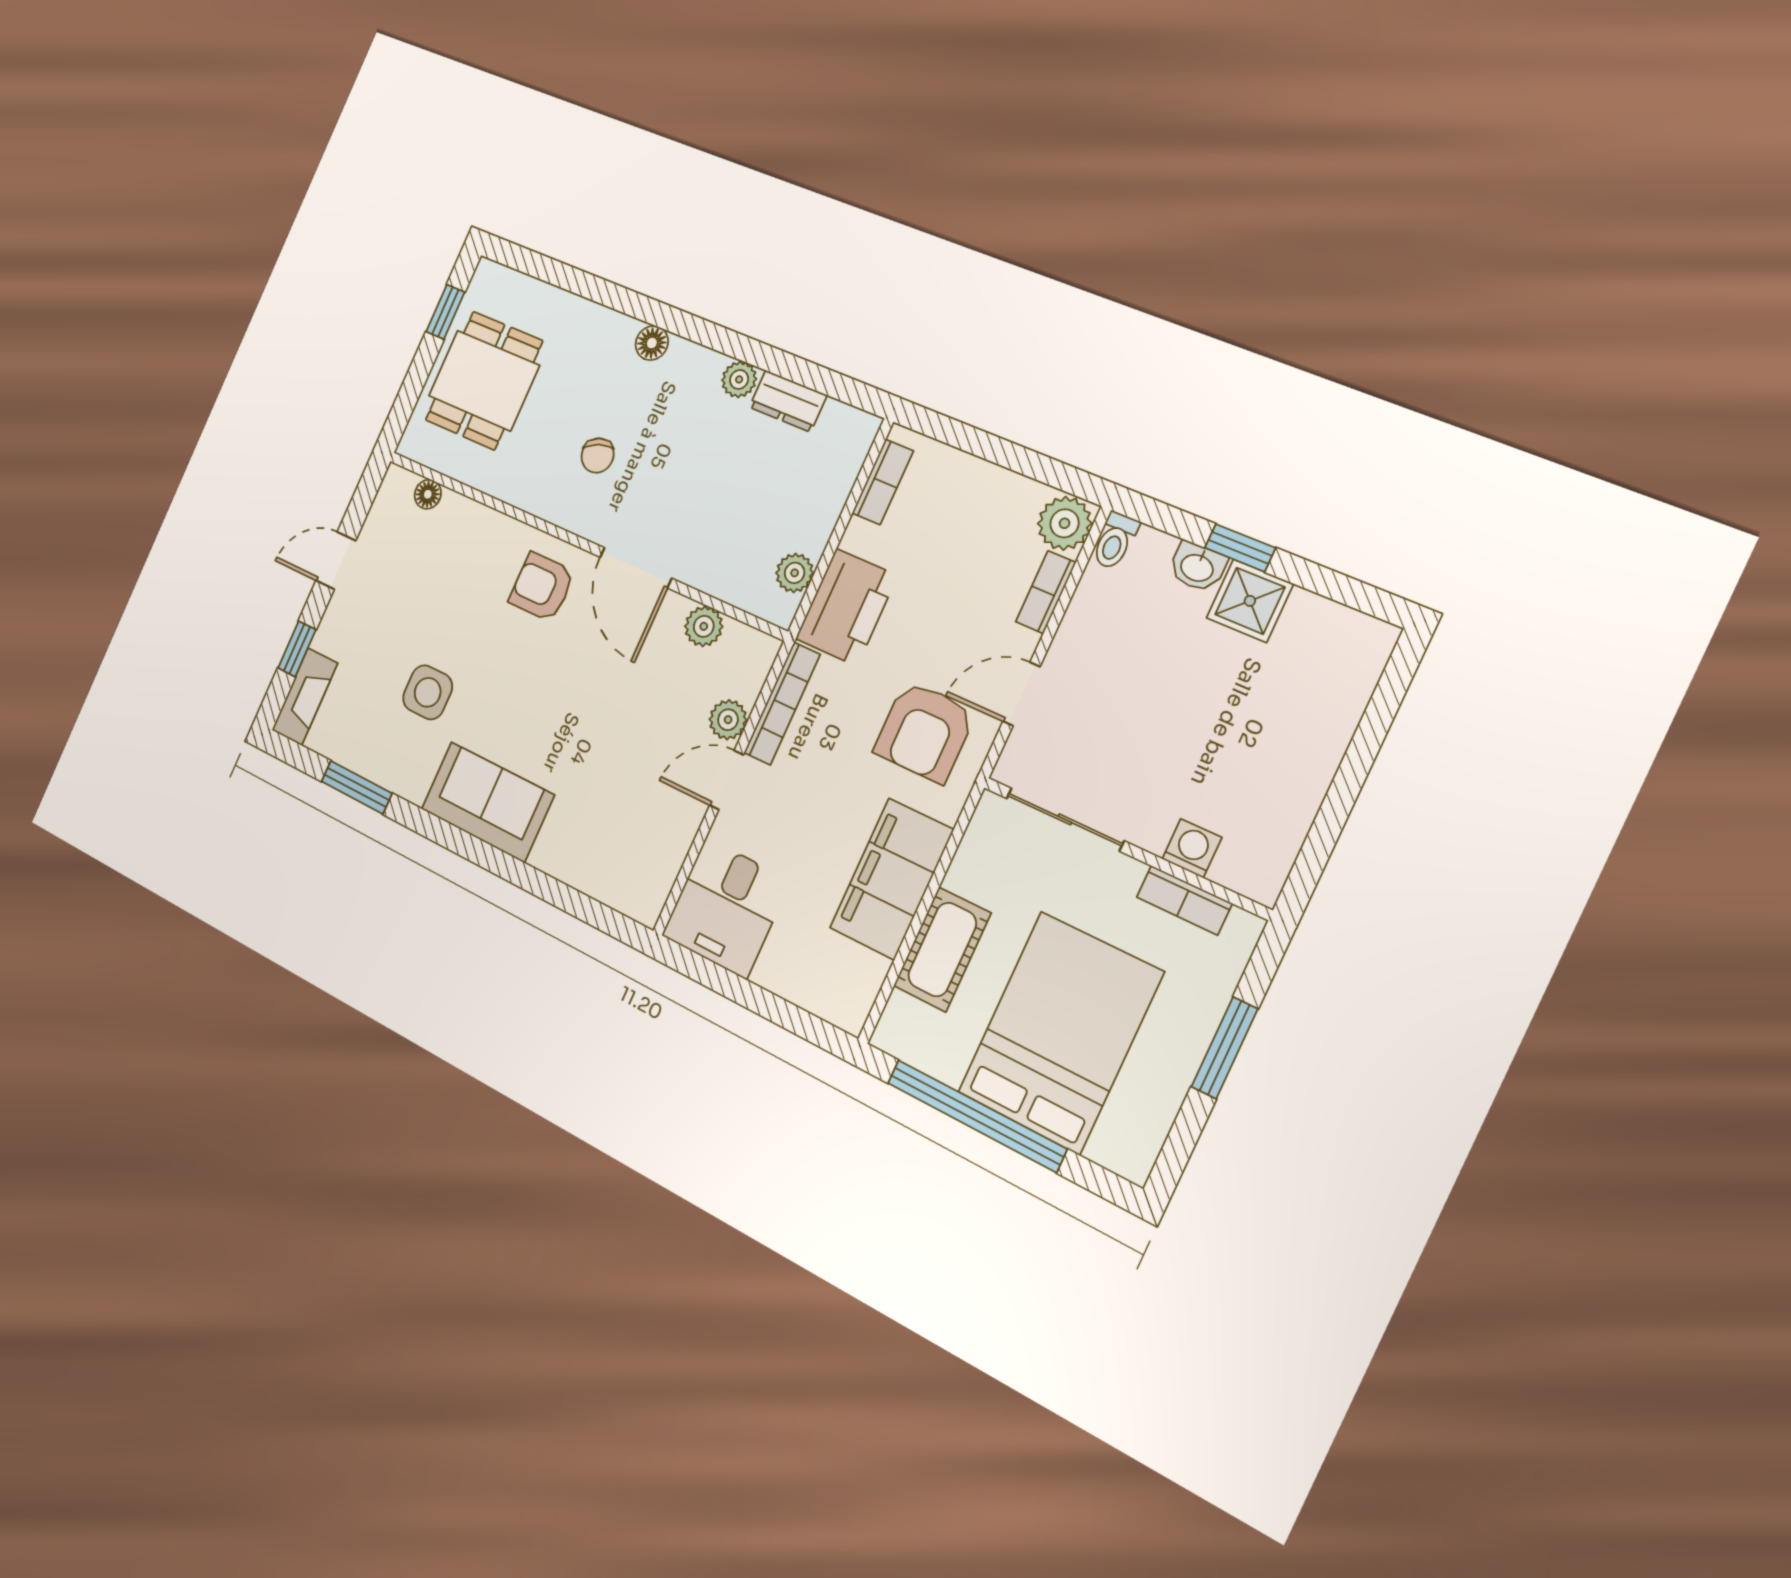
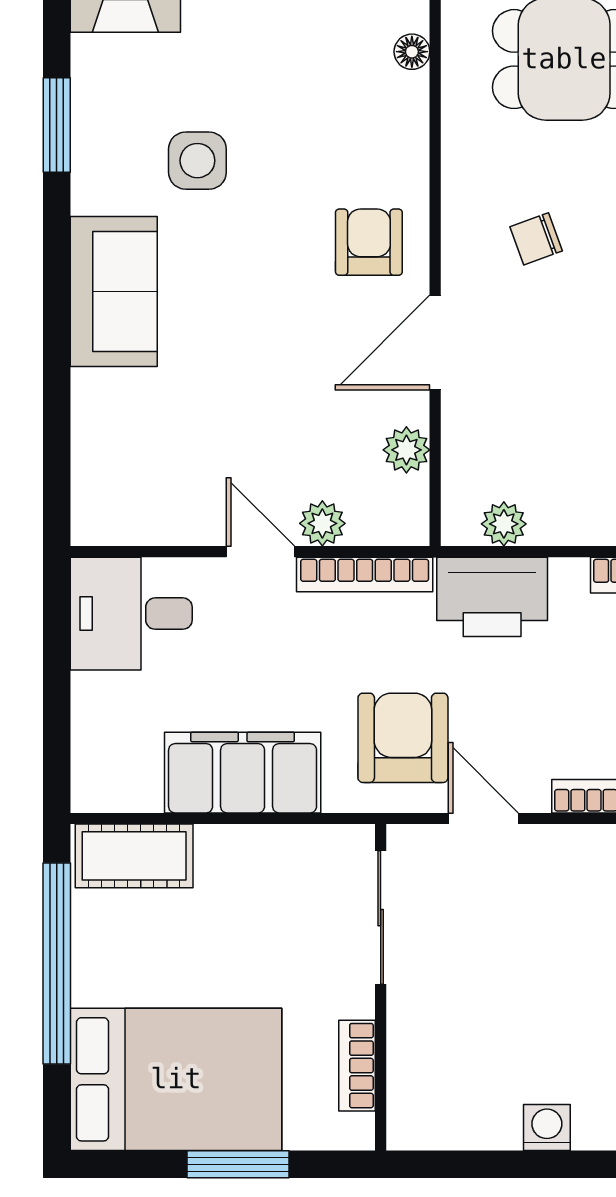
armchair: (925, 732) -> (403, 738), turned 90
washing machine: (1192, 848) -> (547, 1127), moved, turned -90
cot: (942, 949) -> (134, 856), moved
bed: (1060, 1032) -> (176, 1079), moved

